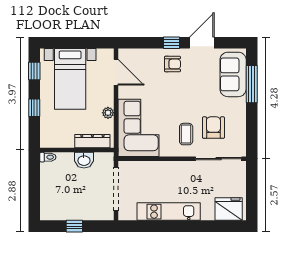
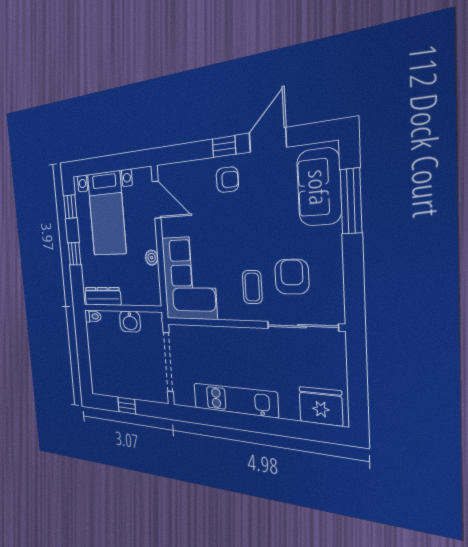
dresser: (92, 141) -> (103, 296), moved

